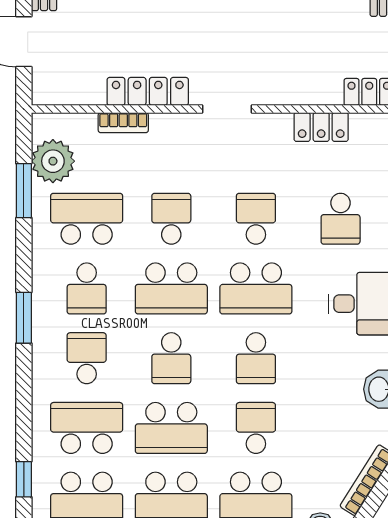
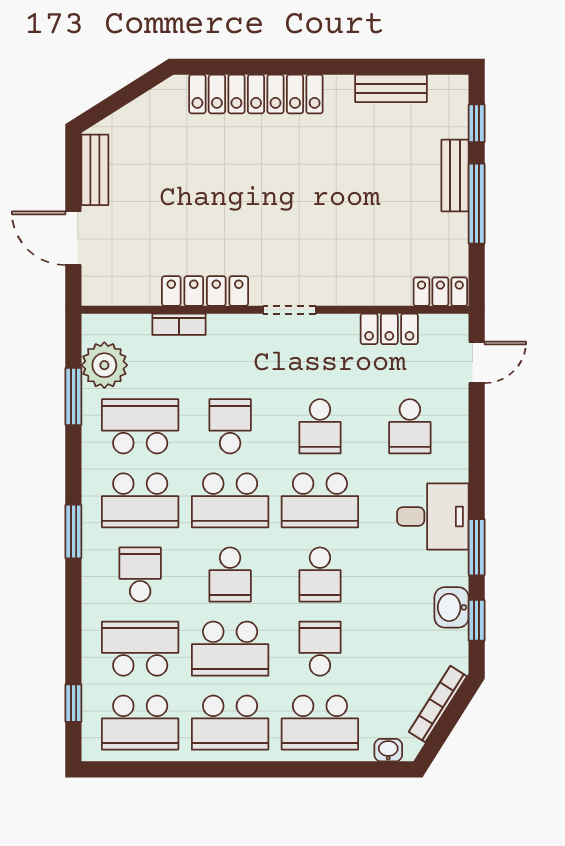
school desk: (256, 219) -> (320, 426), turned 180
school desk: (87, 288) -> (140, 500), width x1.85

